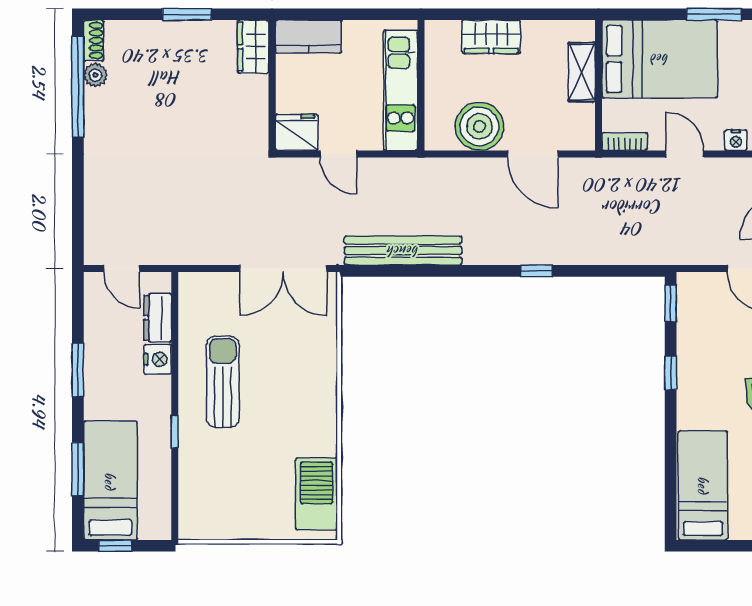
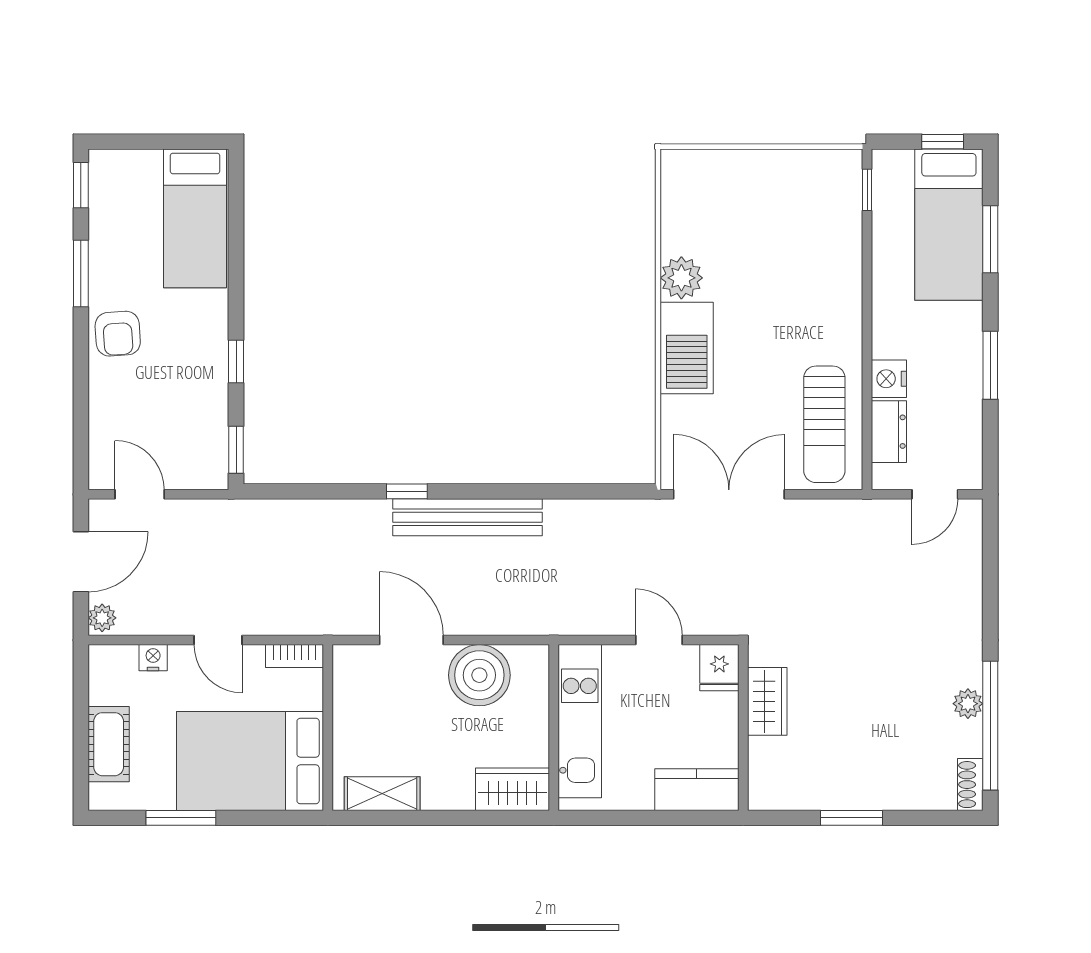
wardrobe: (491, 37) -> (512, 789), moved
wardrobe: (253, 47) -> (767, 701), moved
shelving: (582, 72) -> (382, 794), moved, turned 90
plant: (95, 75) -> (968, 704), moved
fridge: (297, 132) -> (719, 668), width x0.72
bench: (403, 251) -> (468, 517), moved
door: (121, 269) -> (935, 494), swing flipped
sun lounger: (223, 382) -> (824, 424), moved
window: (175, 432) -> (867, 190), moved
plant: (321, 439) -> (681, 278), added
barbecue: (317, 494) -> (687, 348), moved

